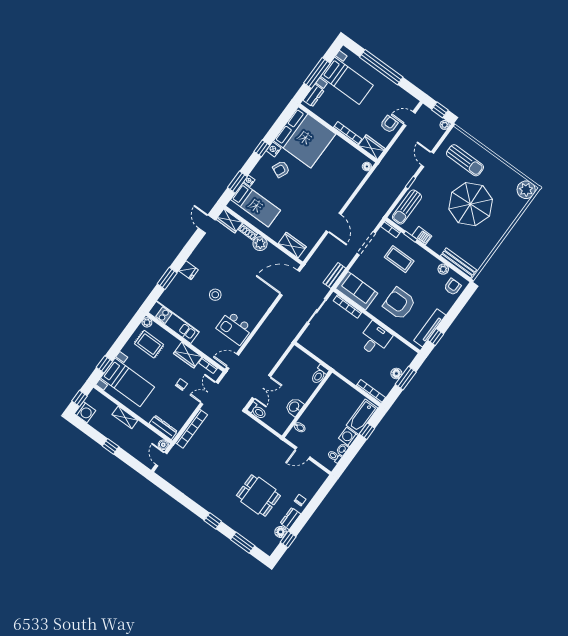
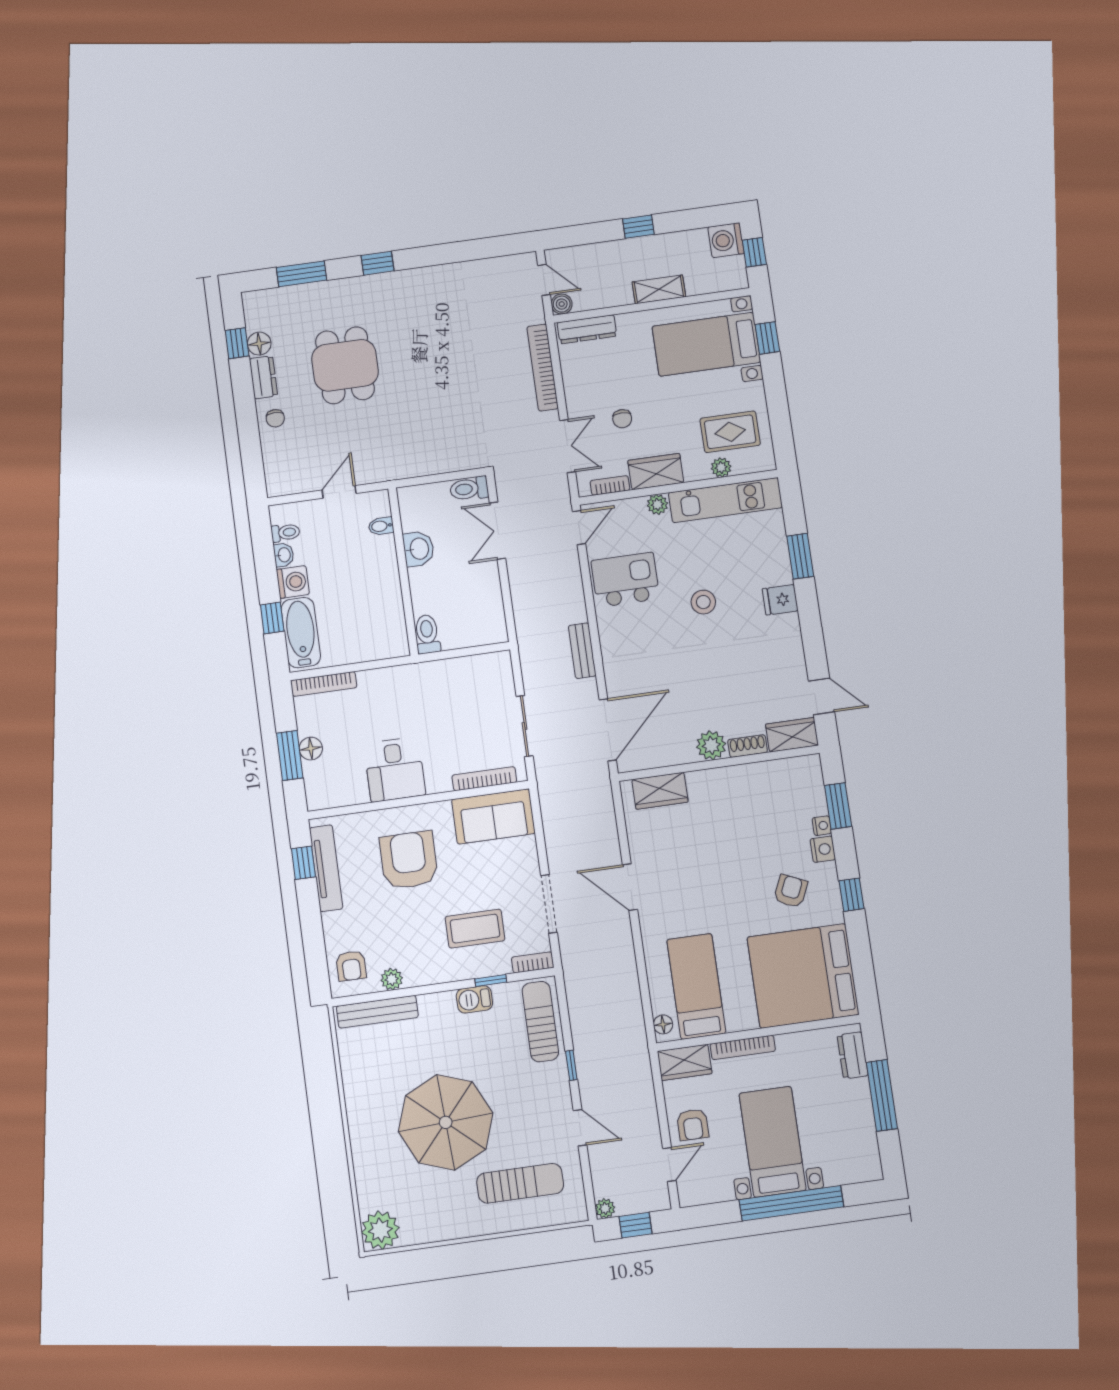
bed with nightstands: (347, 81) -> (773, 1142), moved, turned 90
nightstand: (274, 149) -> (823, 849), moved
sun lounger: (465, 160) -> (520, 1183), turned 180
bed: (256, 205) -> (696, 986), moved, turned 90
bench: (334, 275) -> (582, 651), moved
armchair: (399, 304) -> (409, 860), turned -90
plant: (147, 322) -> (721, 467), moved
plant: (198, 343) -> (657, 504), added
dining table: (258, 496) -> (345, 365), turned 90

